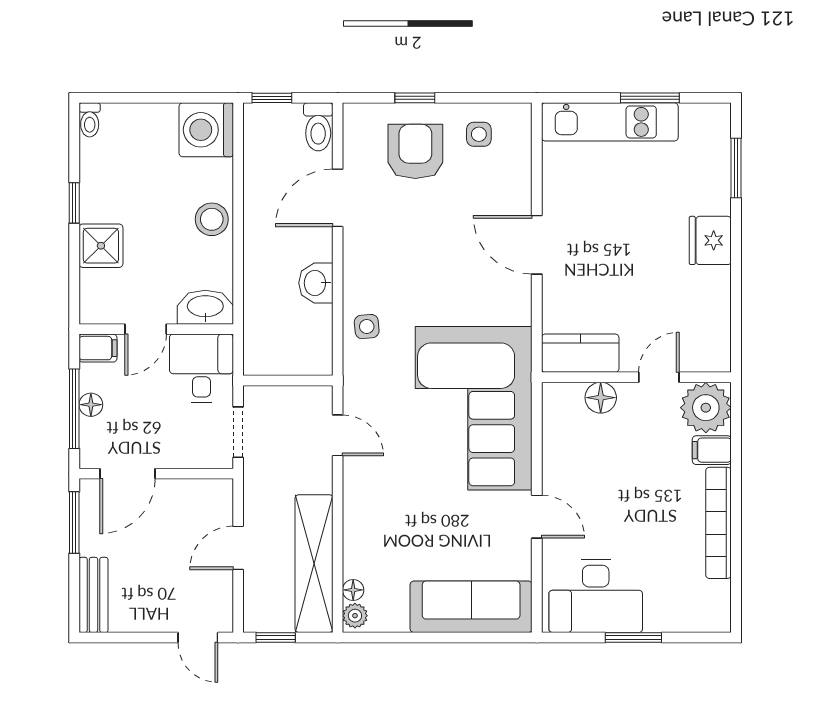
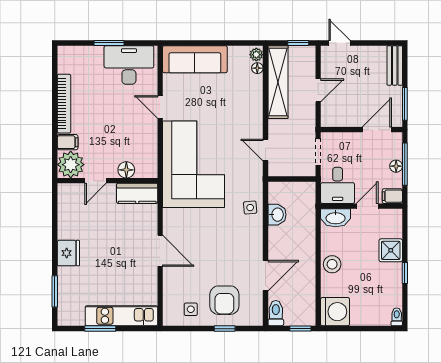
washbasin: (316, 283) -> (277, 215), moved

